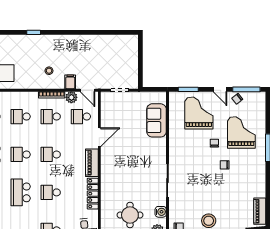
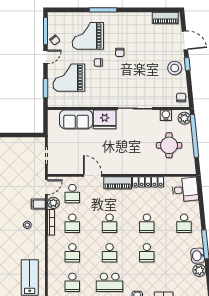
fridge: (156, 149) -> (105, 119), added
school desk: (21, 192) -> (147, 253), width x0.54

